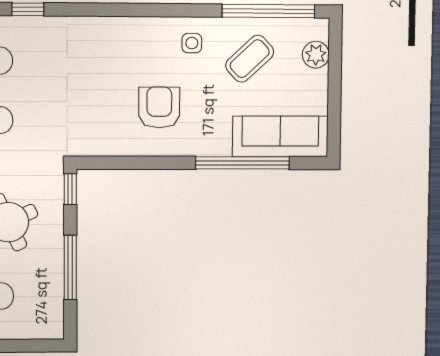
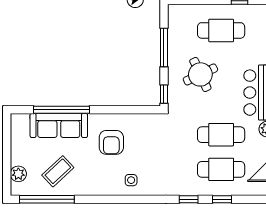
side table: (192, 43) -> (131, 180), moved
sofa: (280, 136) -> (59, 125), moved

